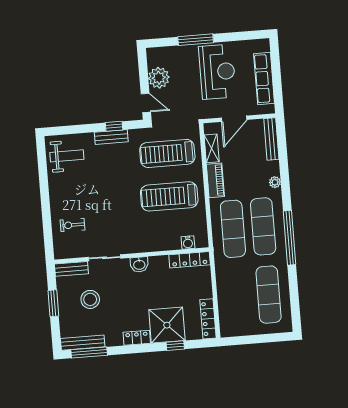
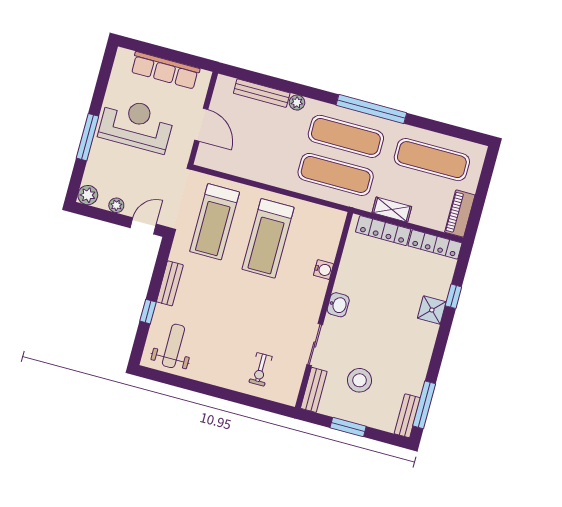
plant: (154, 55) -> (88, 195), added
plant: (159, 78) -> (116, 205), width x0.53, depth x0.53
window: (114, 126) -> (148, 312), moved
bench: (271, 139) -> (262, 93), moved
shelving: (212, 148) -> (392, 210), moved
piano: (215, 180) -> (460, 214), moved, turned -90
water cooler: (188, 242) -> (323, 270), moved
locker: (190, 260) -> (383, 231), moved, turned 90
shower: (167, 325) -> (432, 310), width x0.54, depth x0.54
locker: (137, 338) -> (427, 340), removed
bench: (83, 343) -> (407, 416), width x0.73

